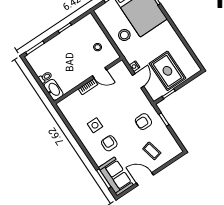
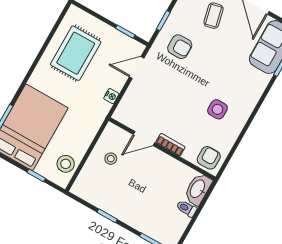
stool: (124, 35) -> (66, 164), moved
rug: (167, 71) -> (76, 53), moved
door: (100, 73) -> (144, 139), swing flipped
door: (138, 81) -> (137, 68), moved
armchair: (109, 143) -> (209, 158), moved, turned 180

